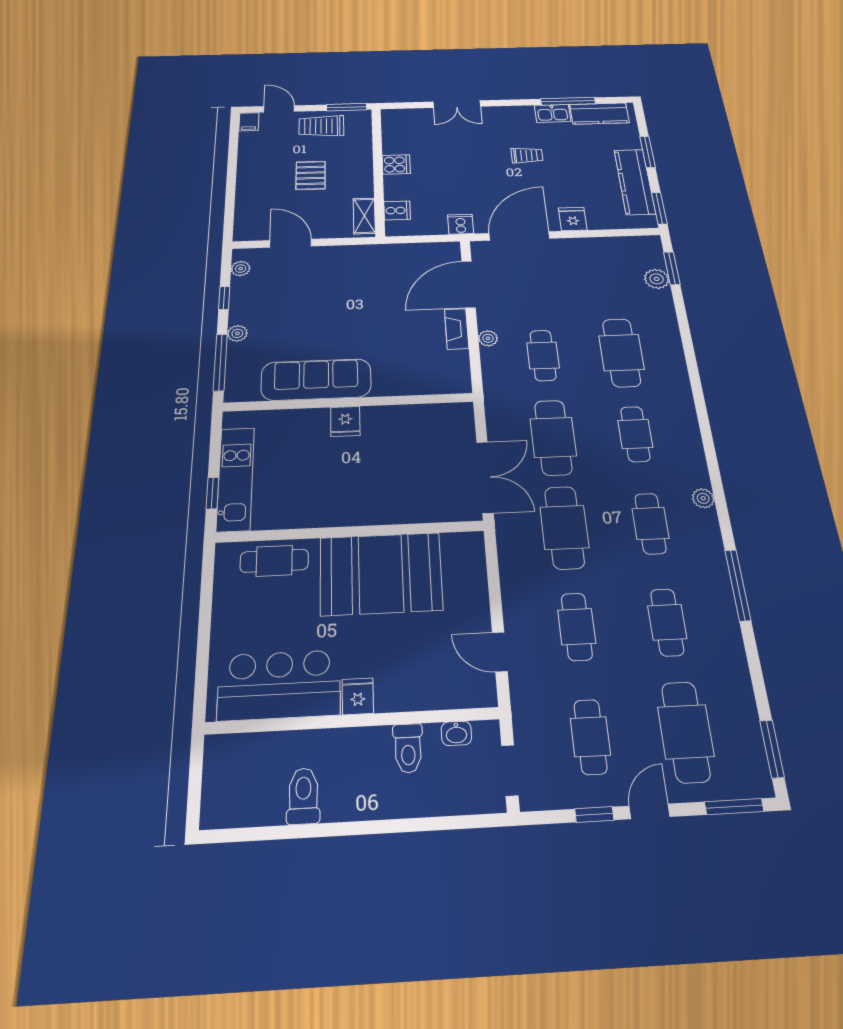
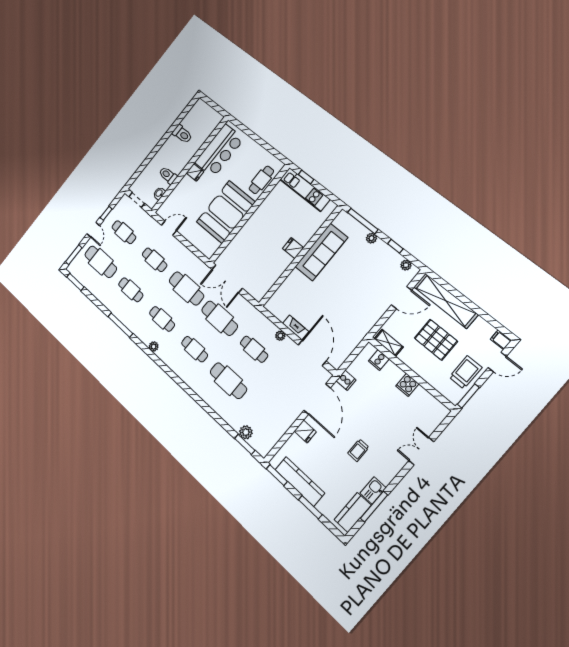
pallet: (311, 175) -> (436, 340), width x1.50, depth x1.42
shelving: (250, 198) -> (446, 301), added

